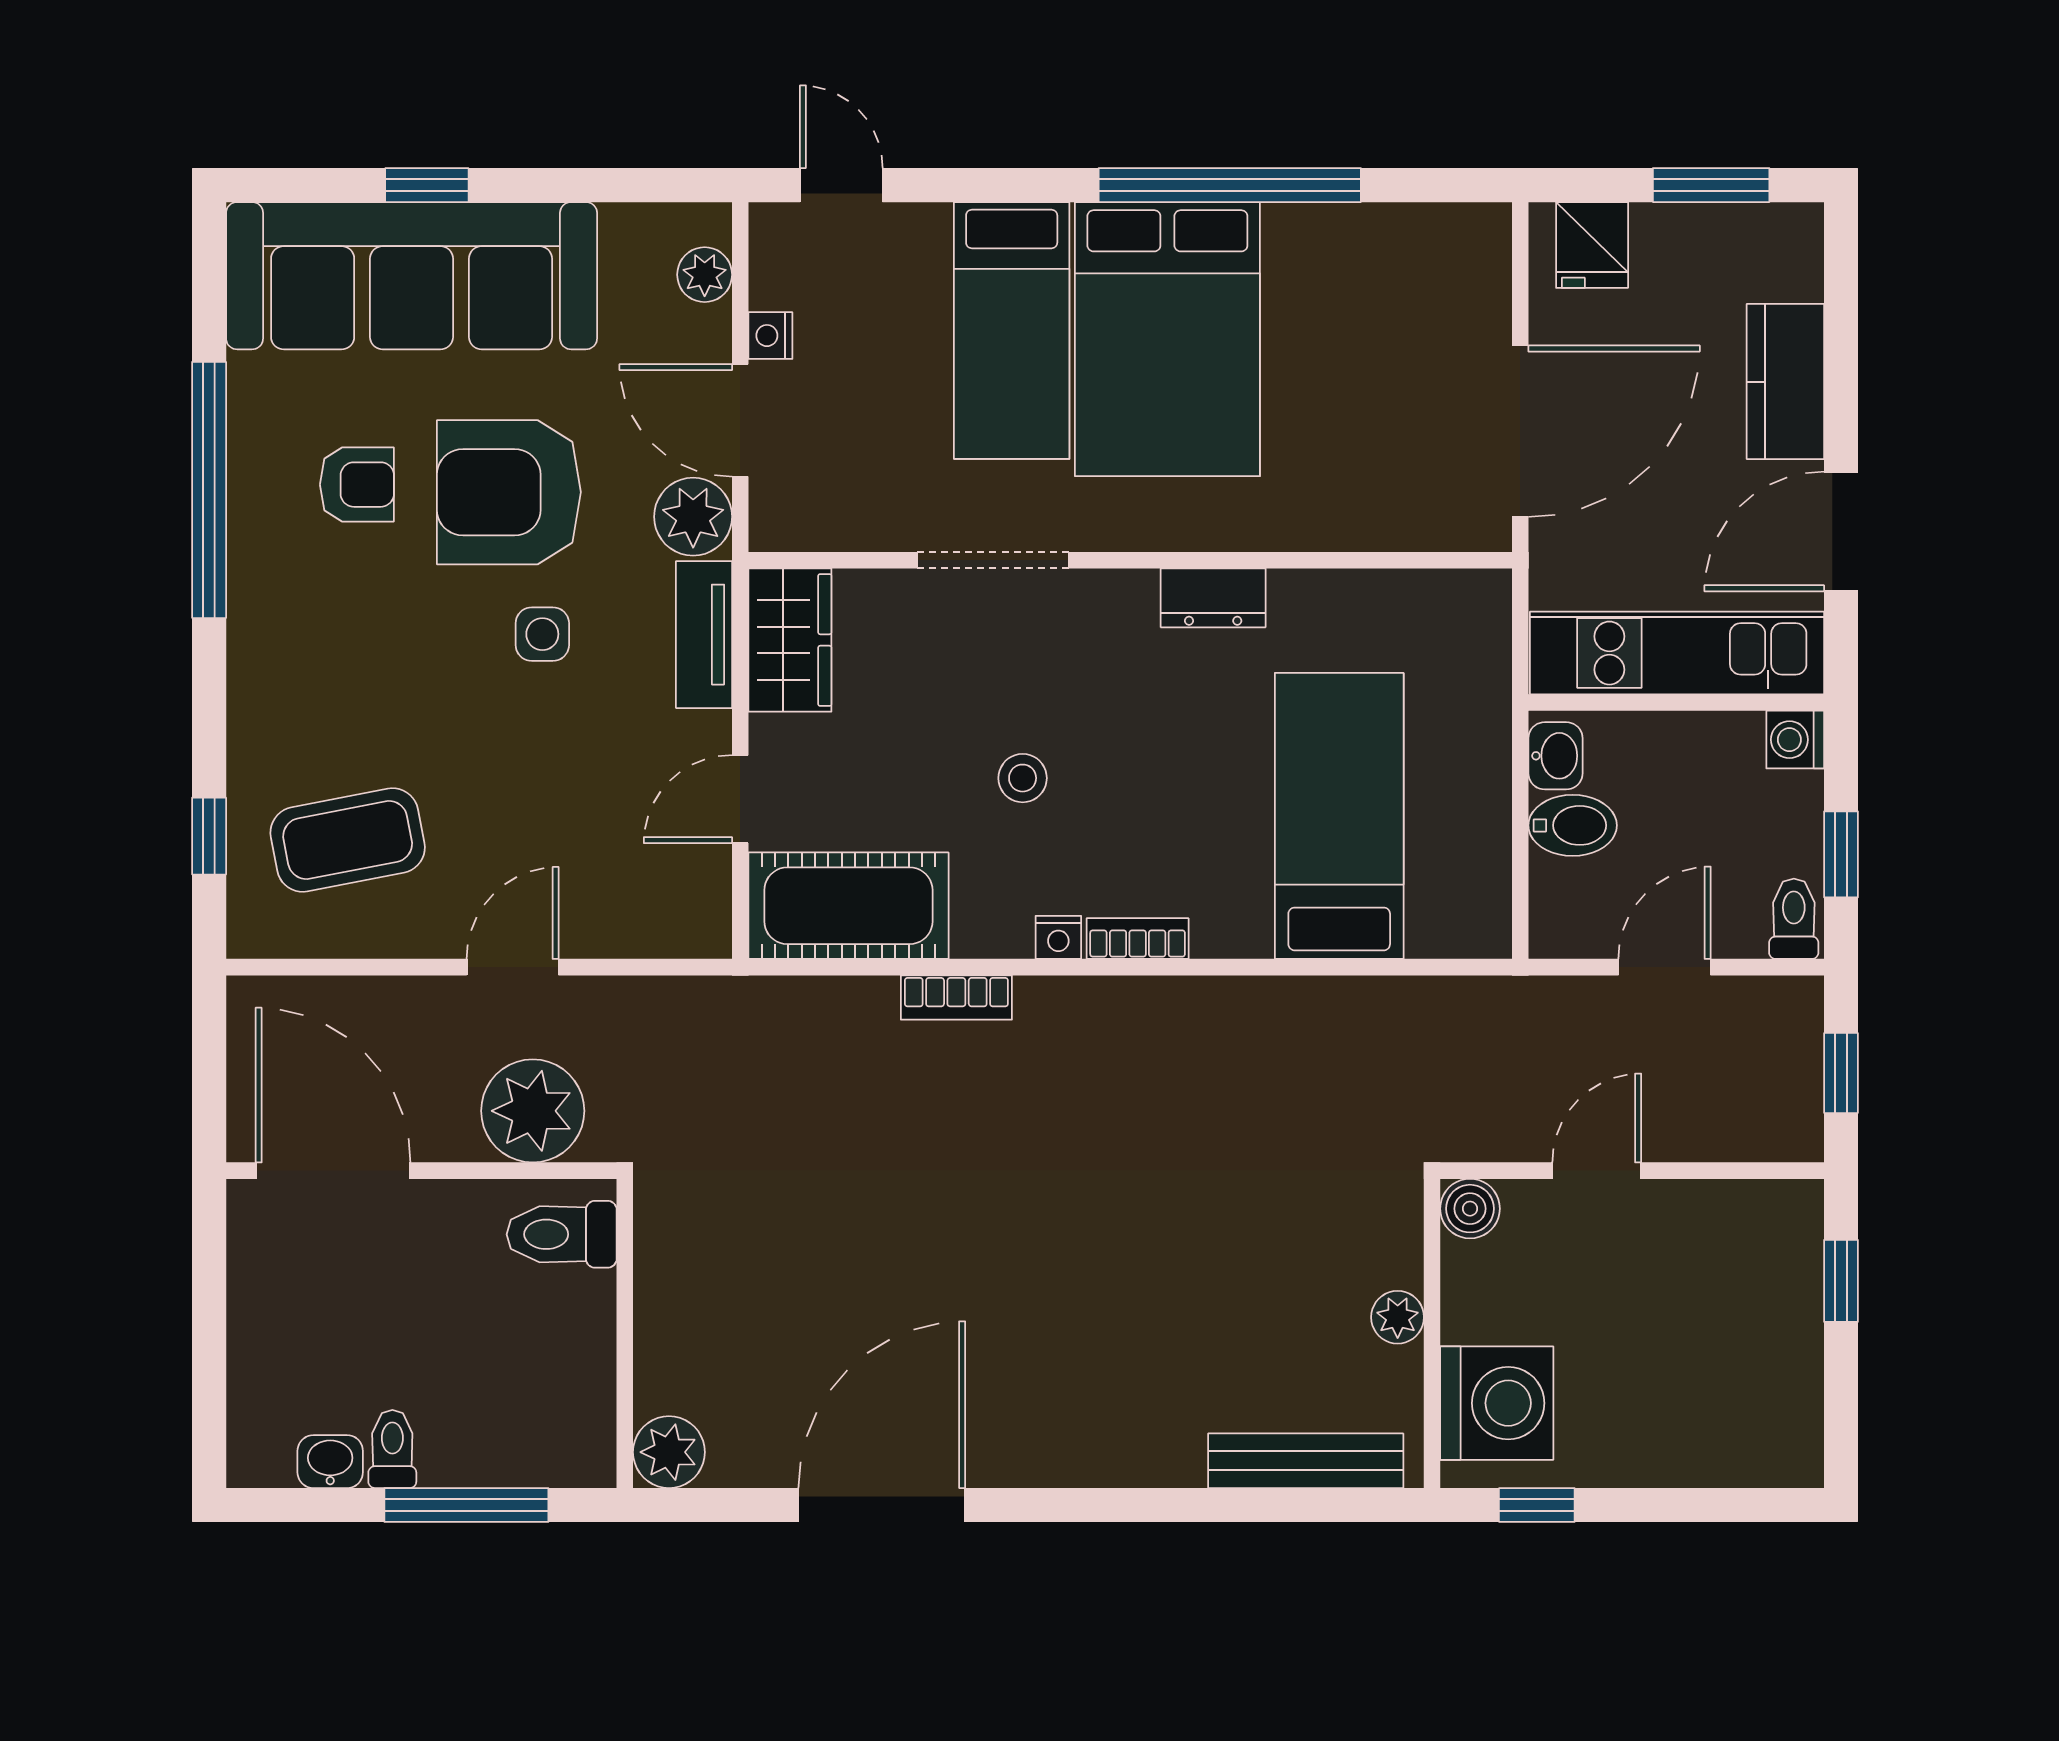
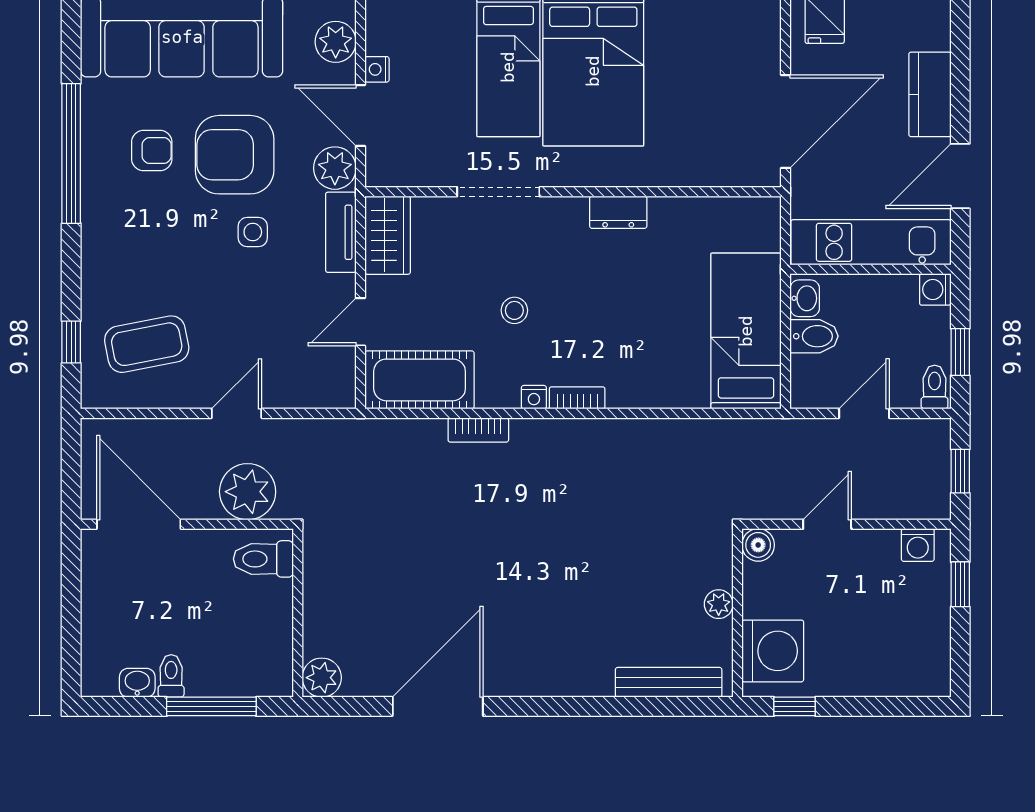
plant: (705, 275) -> (336, 42), width x1.38, depth x1.38
bed: (1339, 816) -> (746, 331), moved
washing machine: (1763, 1209) -> (918, 545), added

